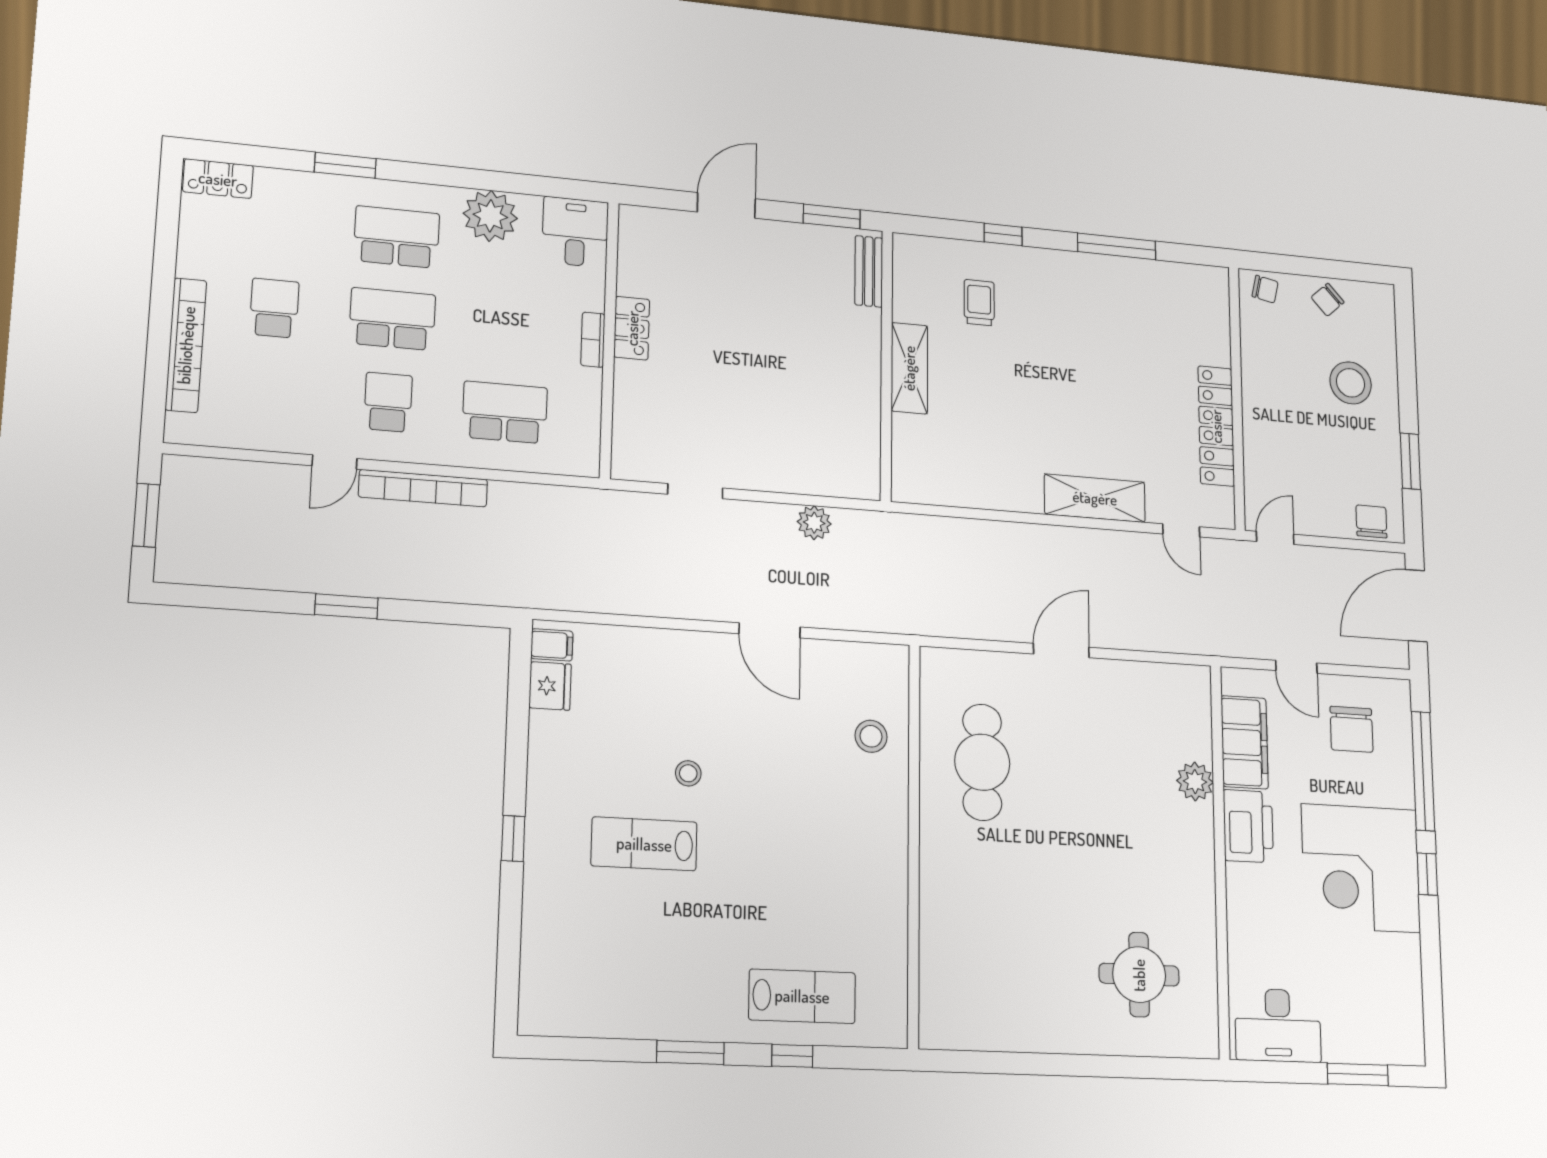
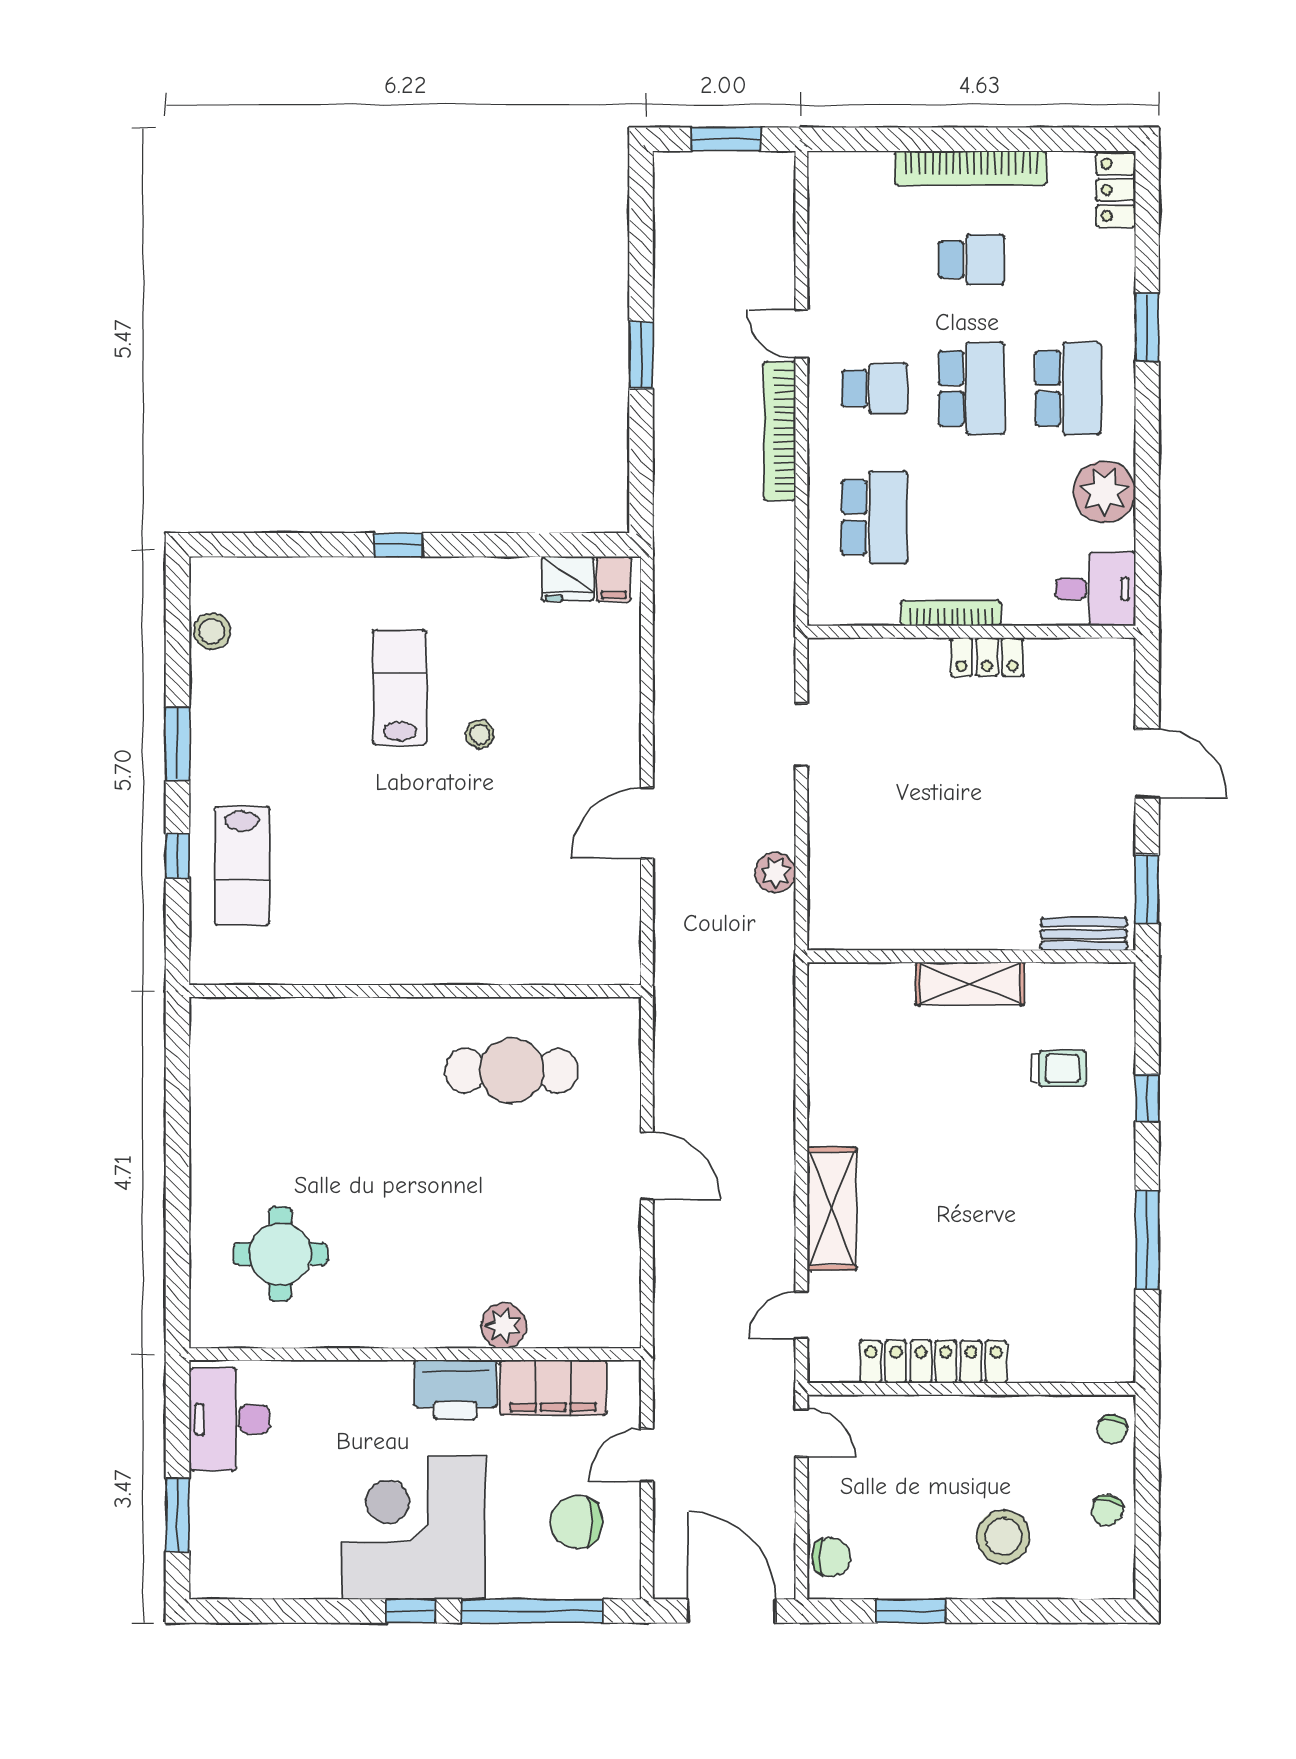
chair: (1328, 300) -> (1107, 1510), turned -126
bookcase: (593, 340) -> (951, 613), width x1.56
bookcase: (186, 345) -> (971, 168), moved
stool: (871, 736) -> (212, 631), moved

